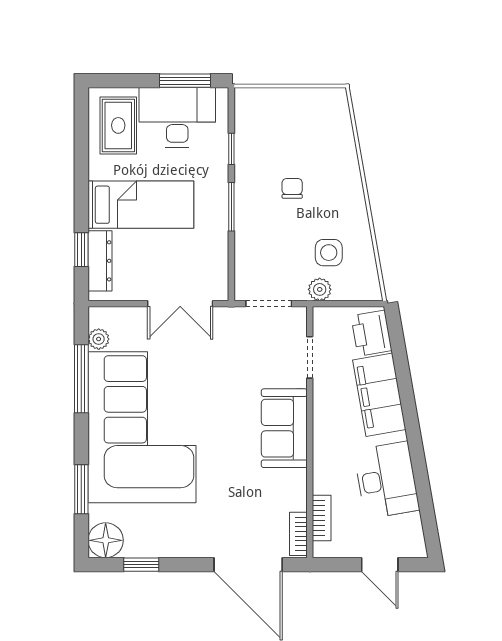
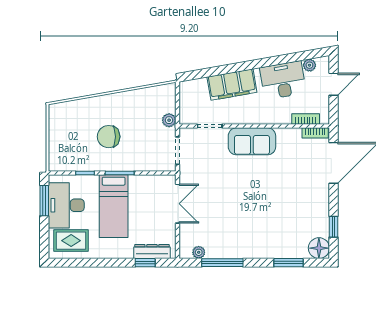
chair: (292, 188) -> (109, 137), width x1.87, depth x1.87
bed: (141, 205) -> (114, 206), moved, turned 180
side table: (329, 253) -> (147, 115), removed
printer: (372, 333) -> (195, 89), removed
corner sofa: (142, 427) -> (251, 226), removed
plant: (412, 524) -> (309, 65), added

